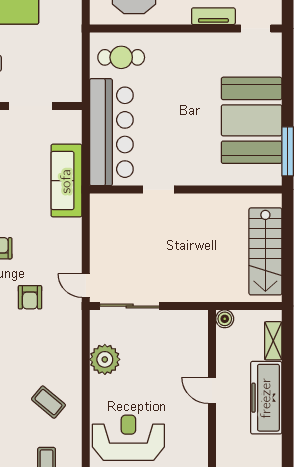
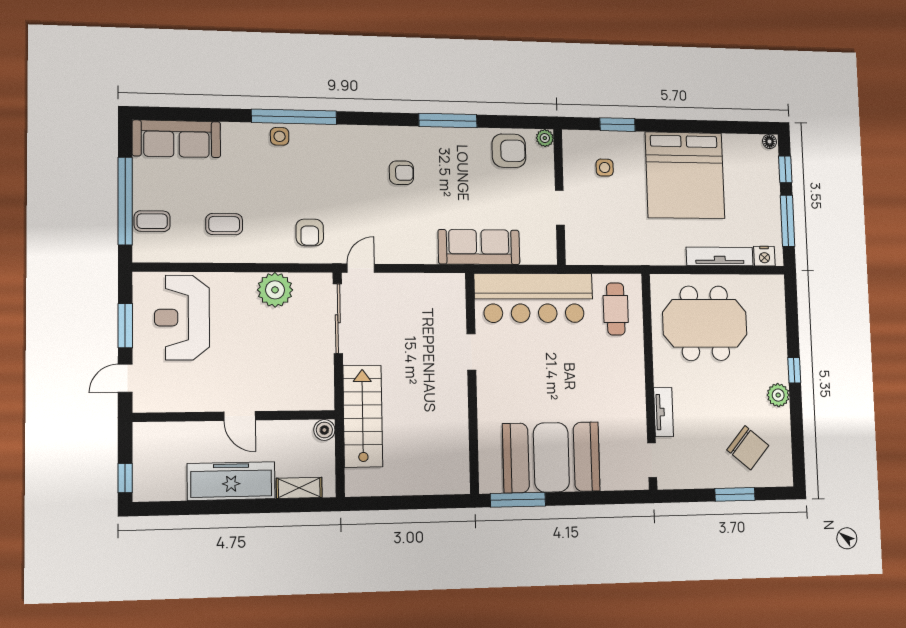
doorway: (30, 106) -> (560, 208), width x0.73
stairs: (265, 251) -> (363, 416), moved, turned 90
armchair: (30, 297) -> (310, 232), moved, turned -90
door: (212, 390) -> (240, 416), swing flipped
coffee table: (48, 402) -> (224, 224), turned 50
reception desk: (128, 438) -> (182, 318), turned 180

